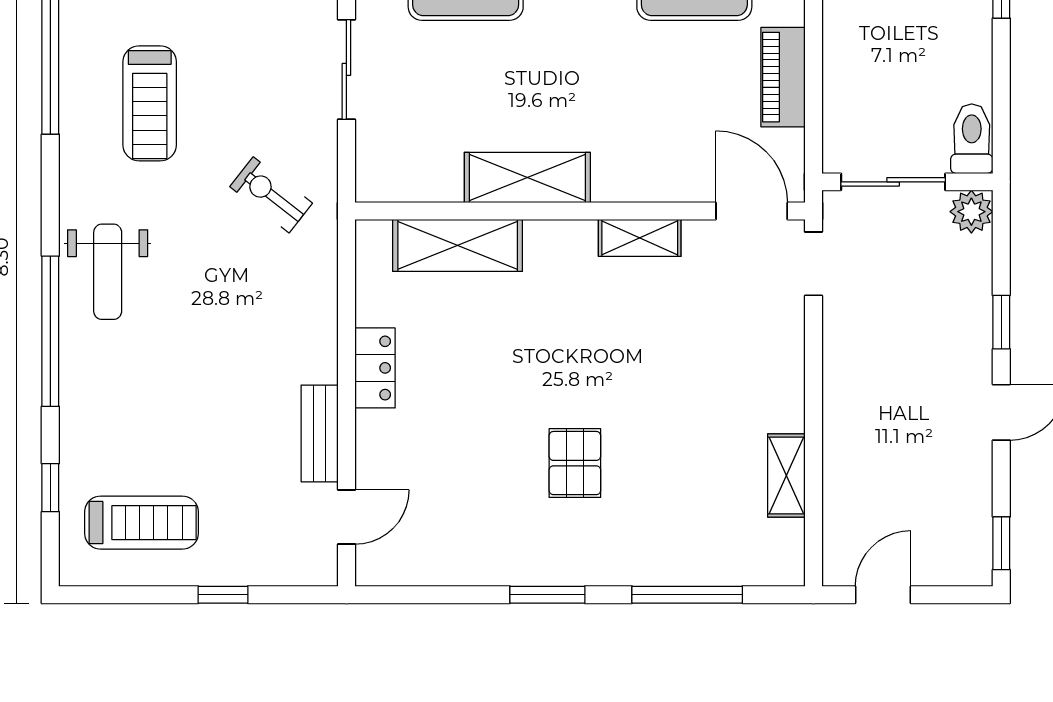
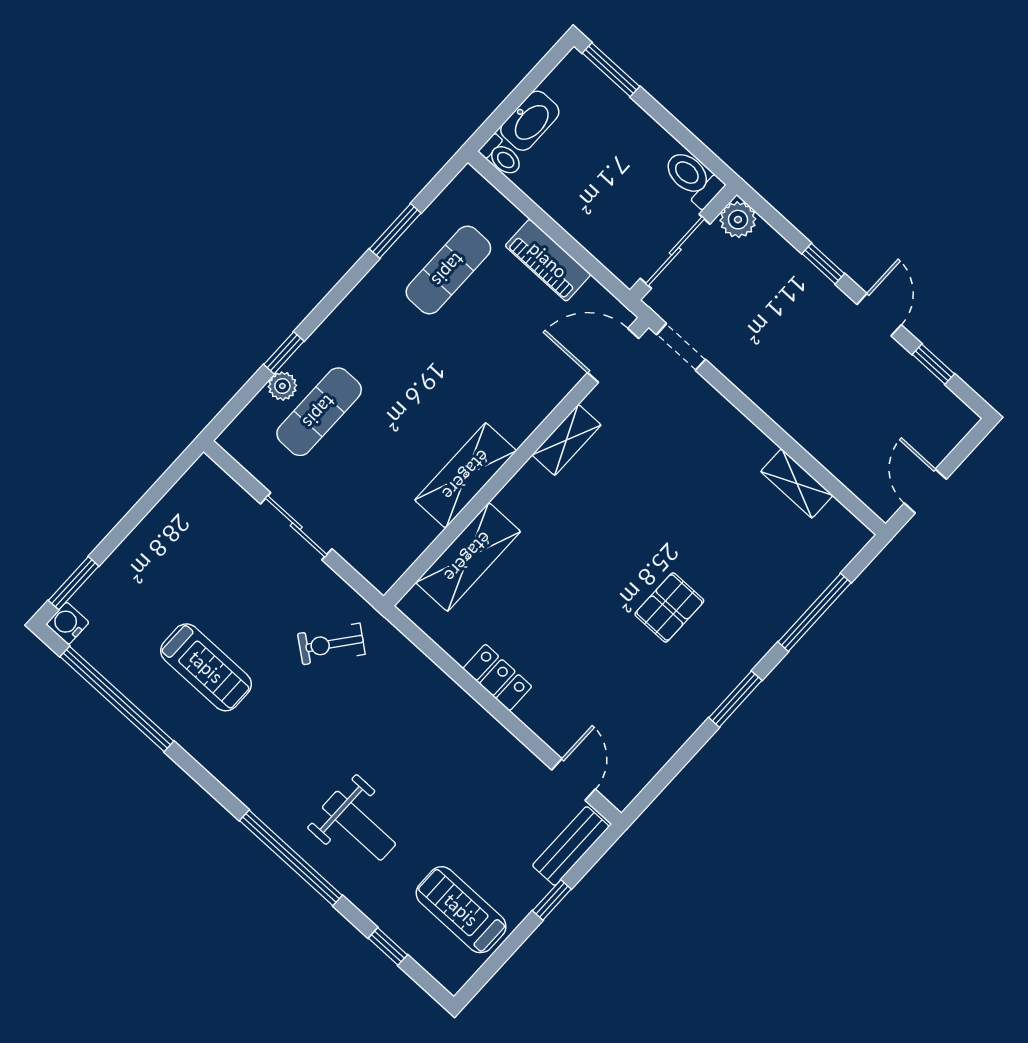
weight bench: (108, 272) -> (359, 826), moved
bench: (320, 433) -> (571, 846), moved, turned 90
pallet: (575, 463) -> (669, 607), turned 90
treadmill: (141, 523) -> (461, 910), turned -90
window: (1001, 543) -> (933, 364), moved

